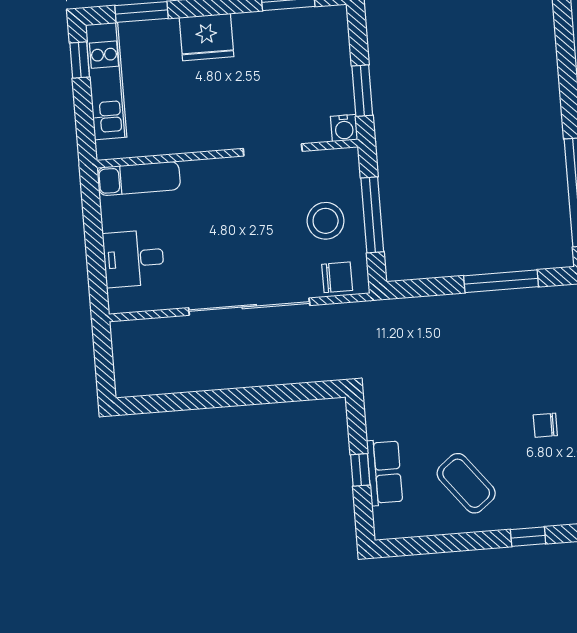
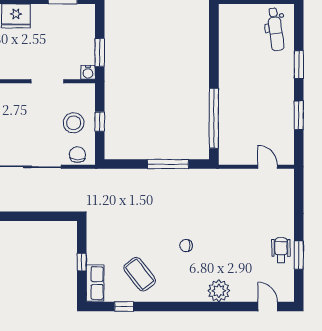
window: (372, 215) -> (100, 122), width x0.46
chair: (337, 277) -> (77, 155), turned -90
row of seats: (385, 472) -> (95, 283), moved
window: (528, 537) -> (124, 306), moved

